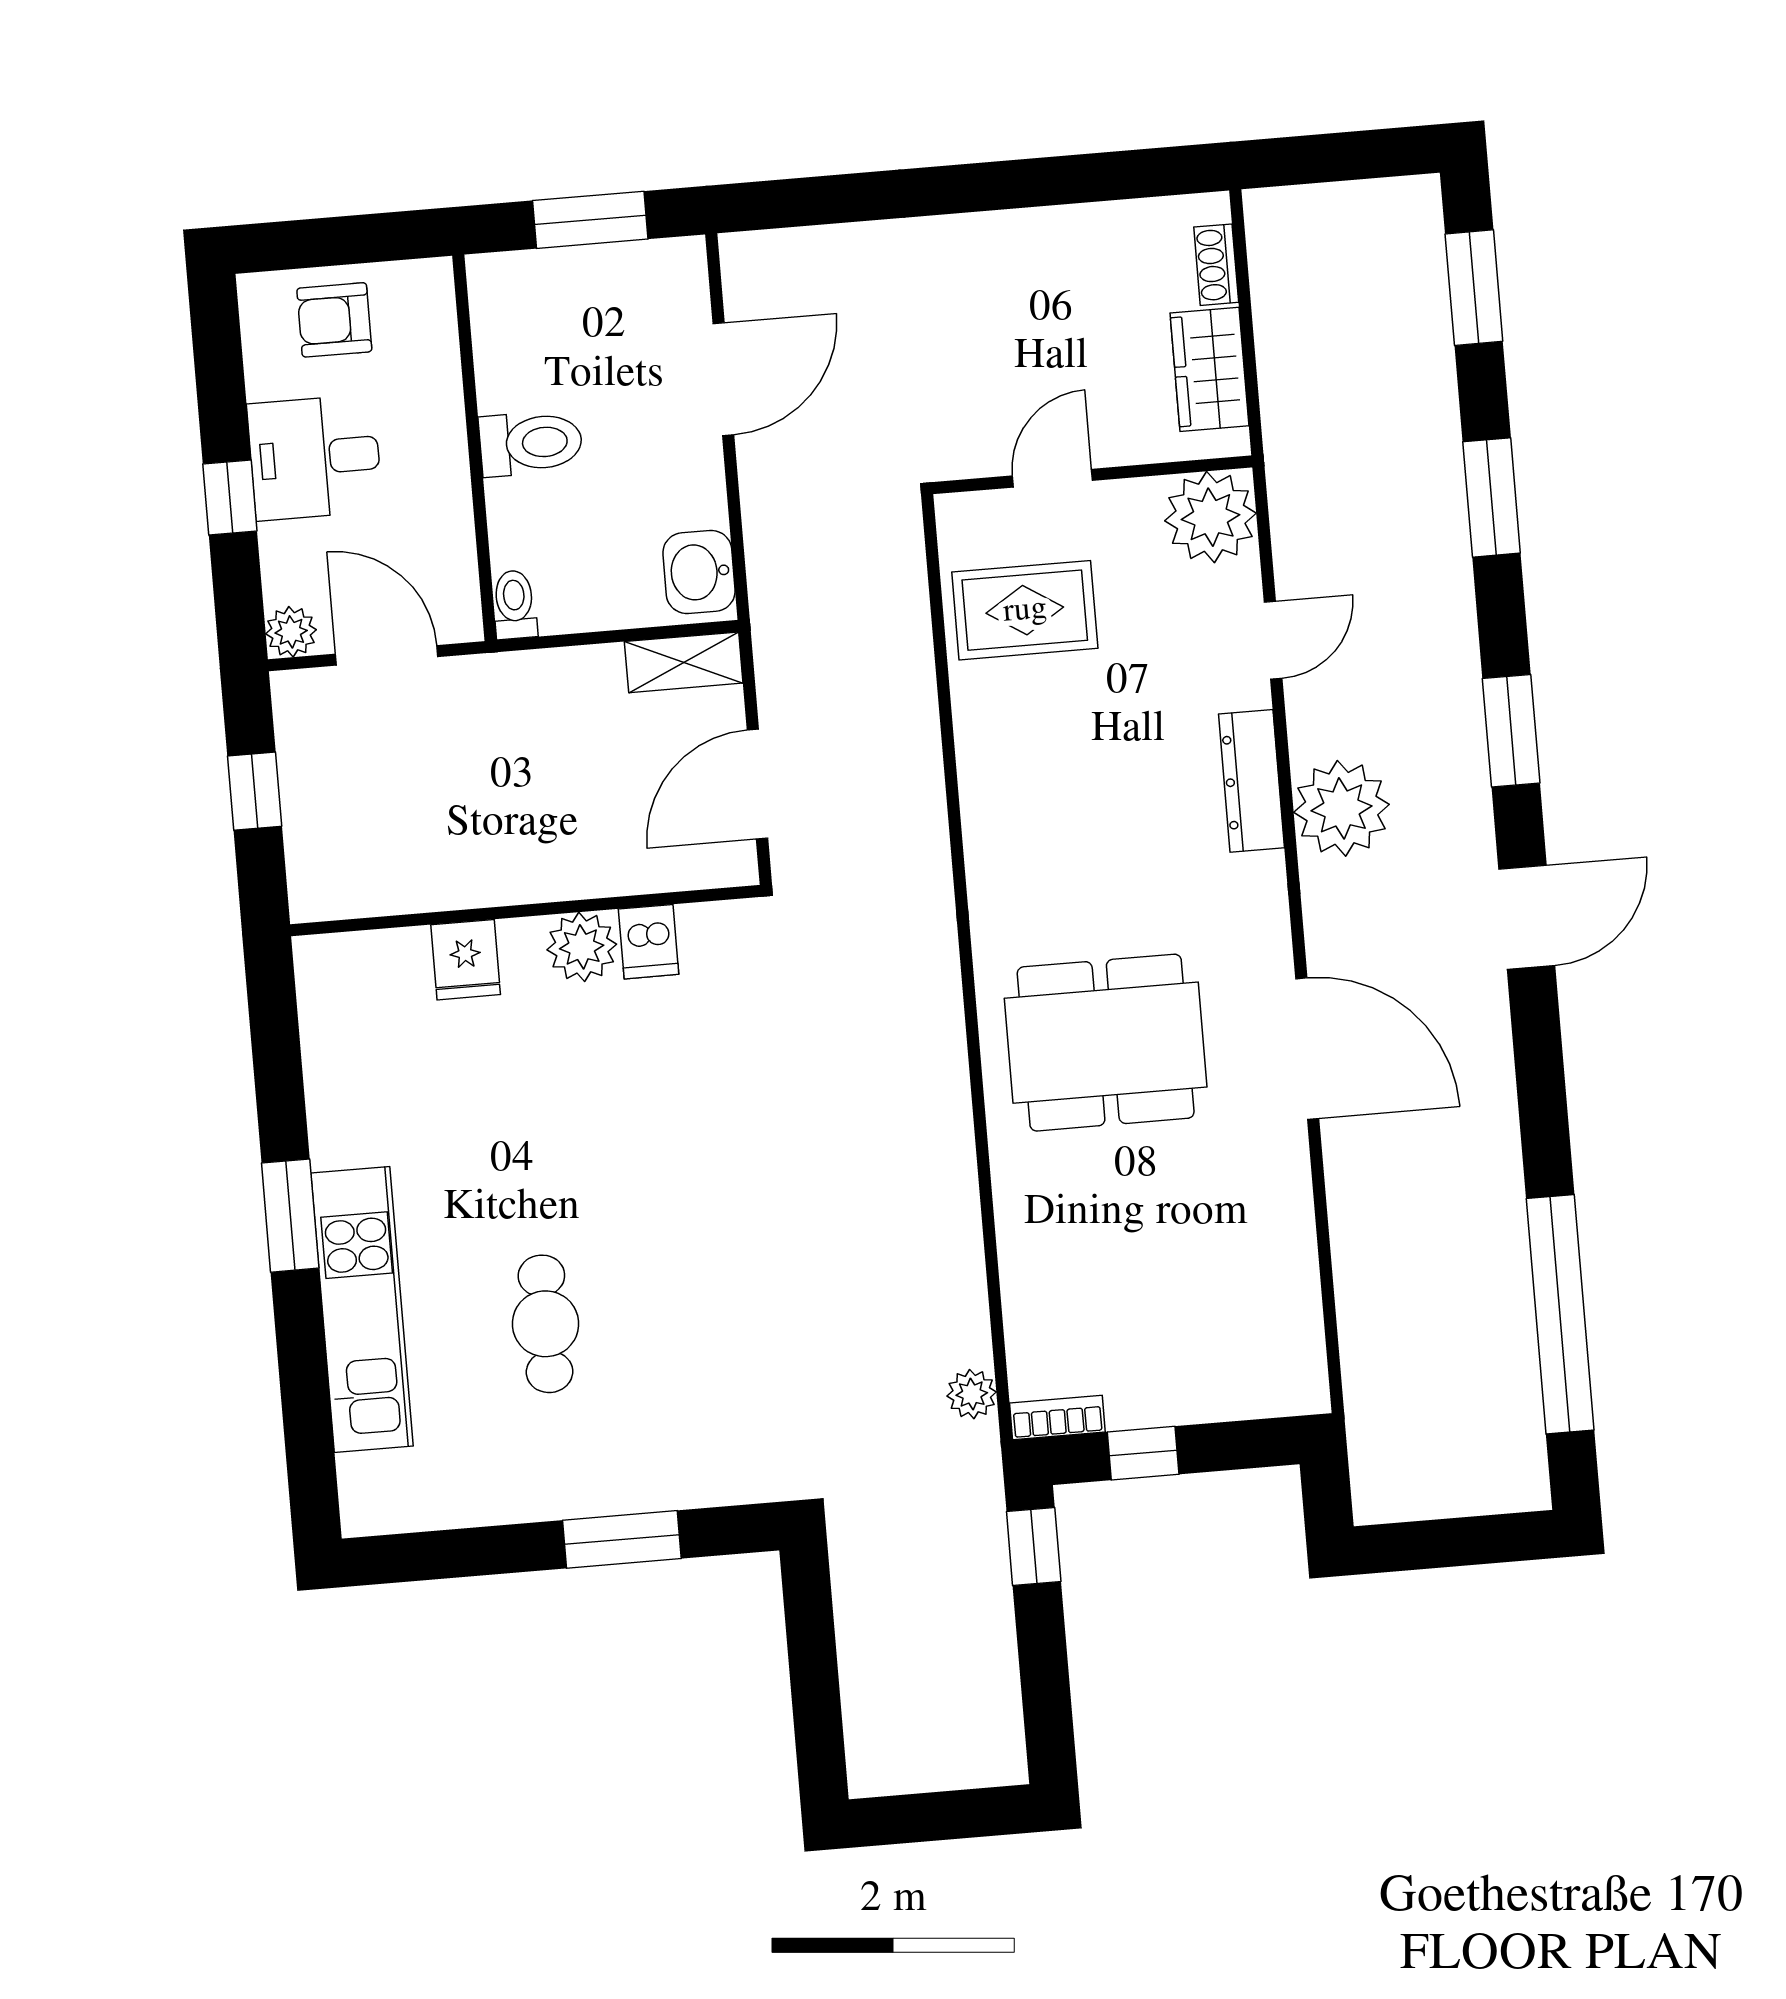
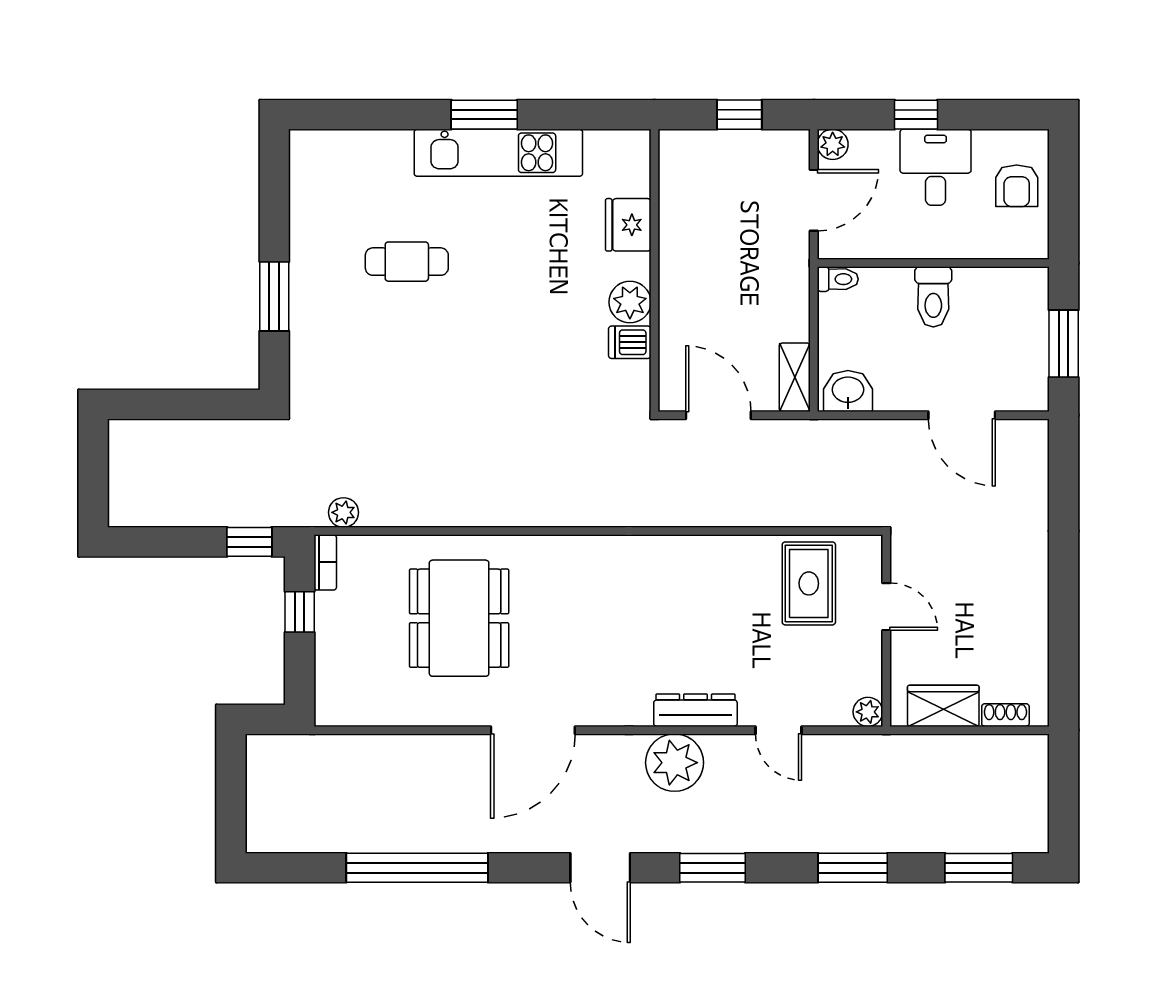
armchair: (334, 320) -> (1017, 186), turned 180
plant: (1210, 517) -> (868, 712), width x0.53, depth x0.53
fridge: (466, 960) -> (628, 225), width x1.38
dining table: (1106, 1043) -> (459, 618), moved
kitchen unit: (362, 1309) -> (498, 153), moved
window: (1560, 1314) -> (417, 868), moved

